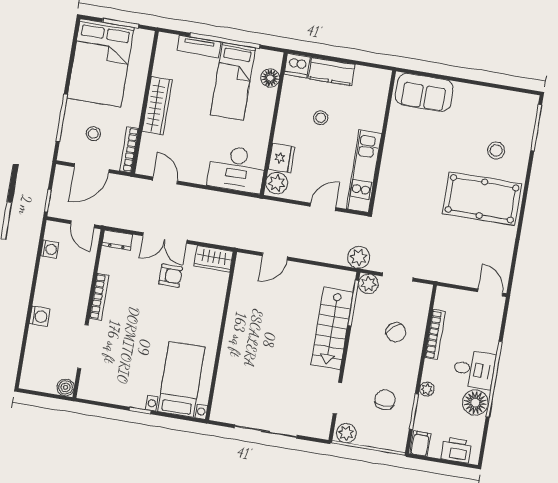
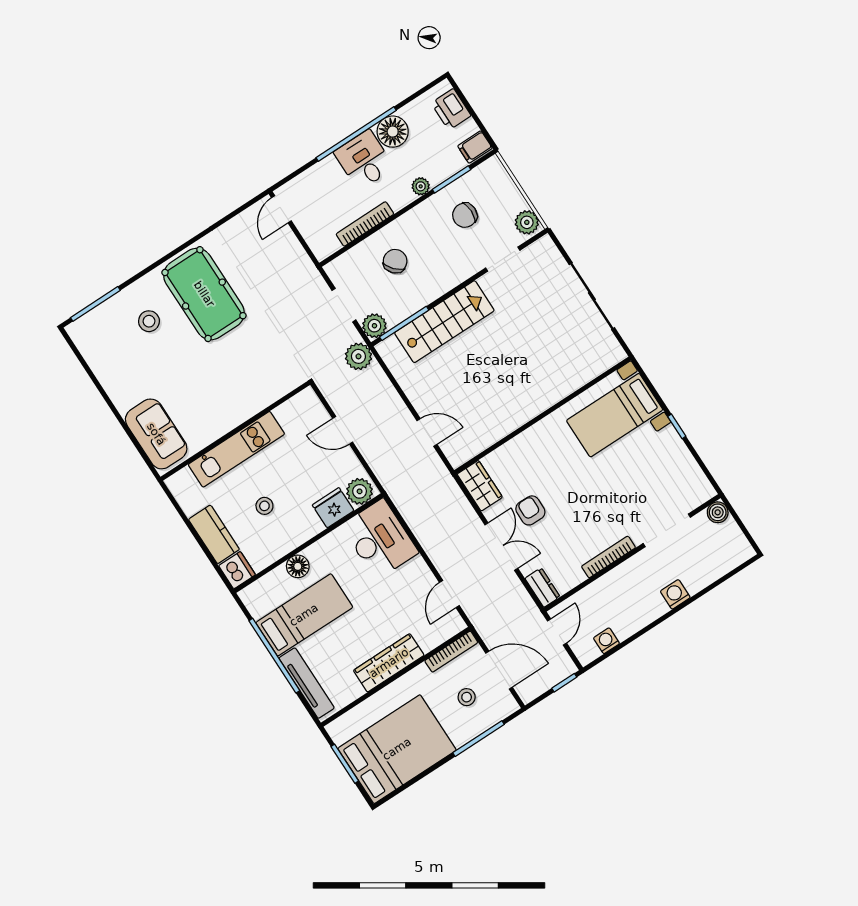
tv unit: (199, 46) -> (307, 683), width x1.41
floor lamp: (270, 78) -> (298, 566), moved
kitchen unit: (364, 171) -> (236, 449), moved

